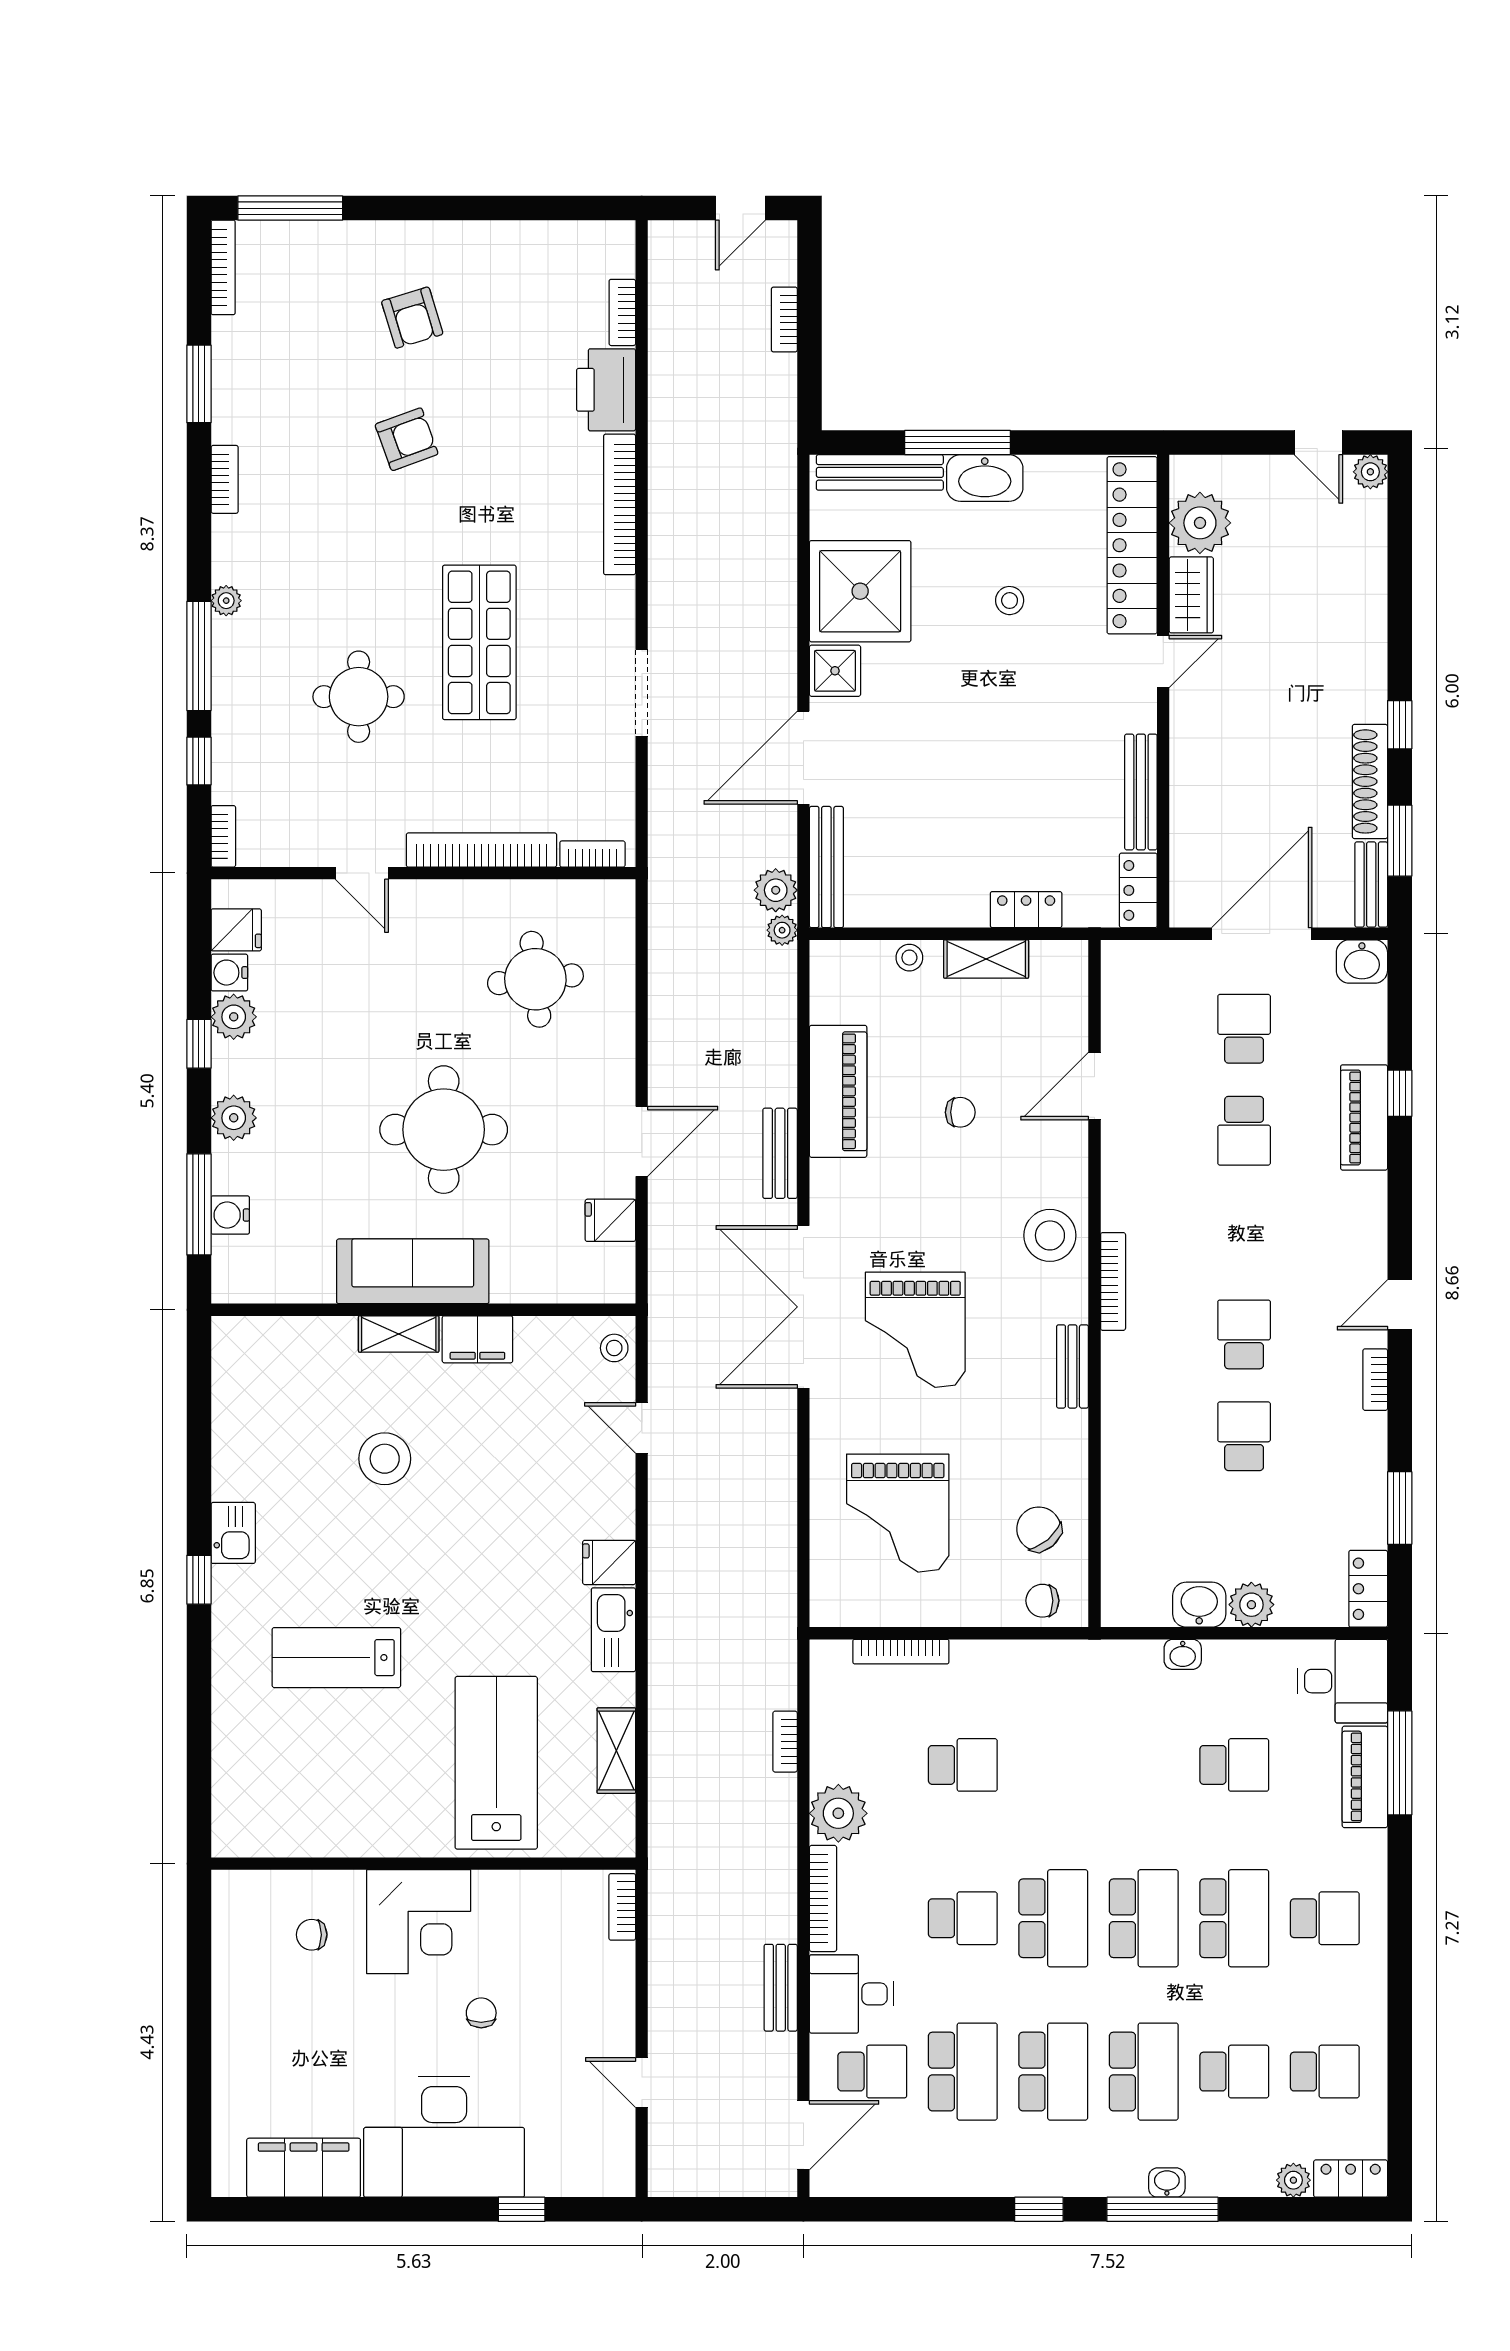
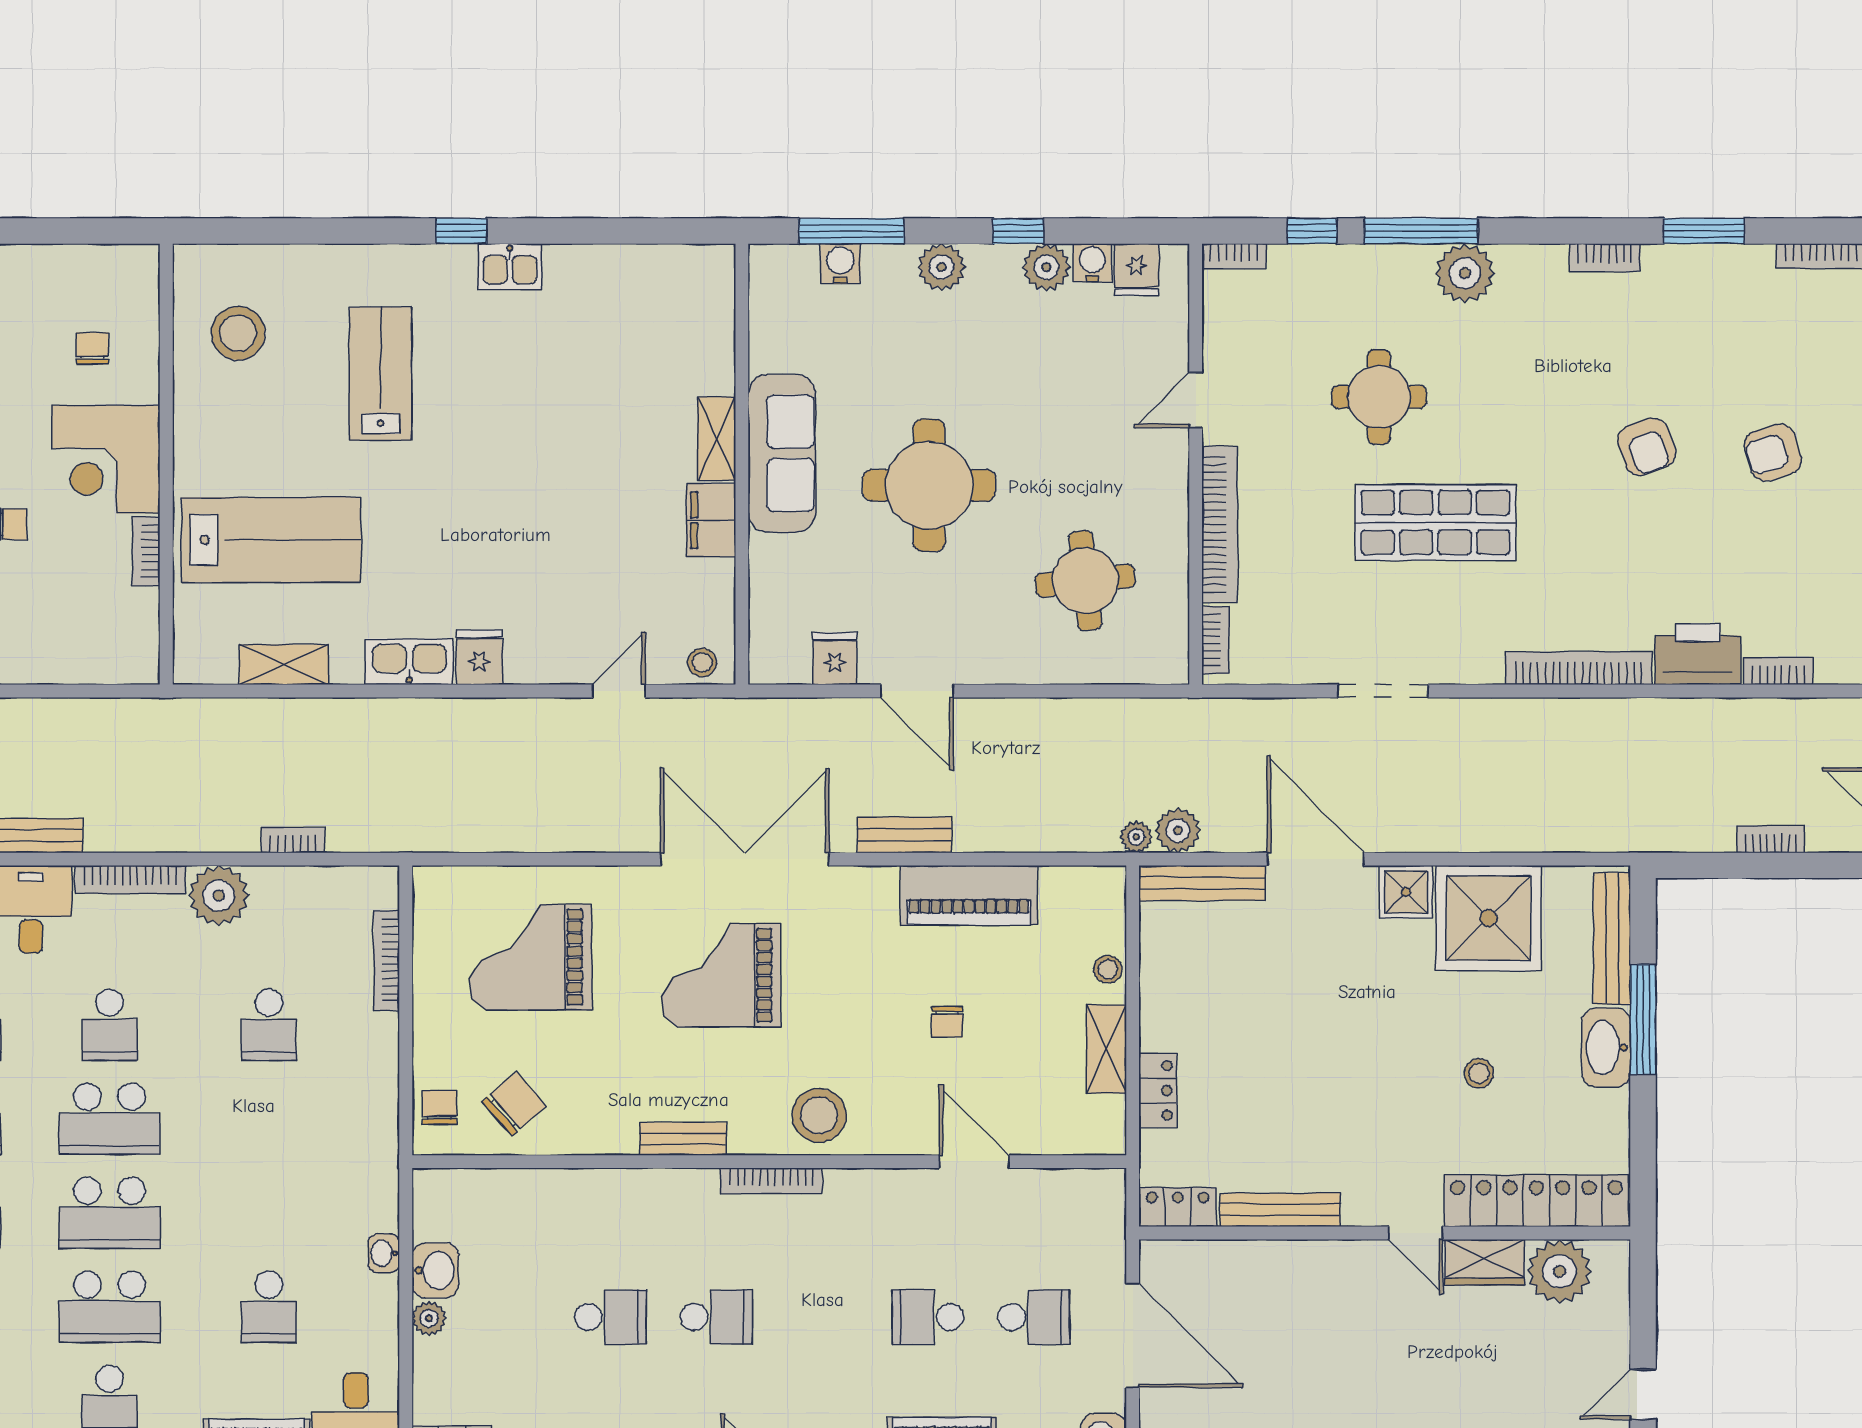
plant: (226, 601) -> (1465, 273), width x1.88, depth x1.88
stool: (385, 1459) -> (238, 333), moved
plant: (1251, 1605) -> (429, 1318), width x0.73, depth x0.73
bookcase: (622, 1907) -> (146, 551), moved, turned -90

